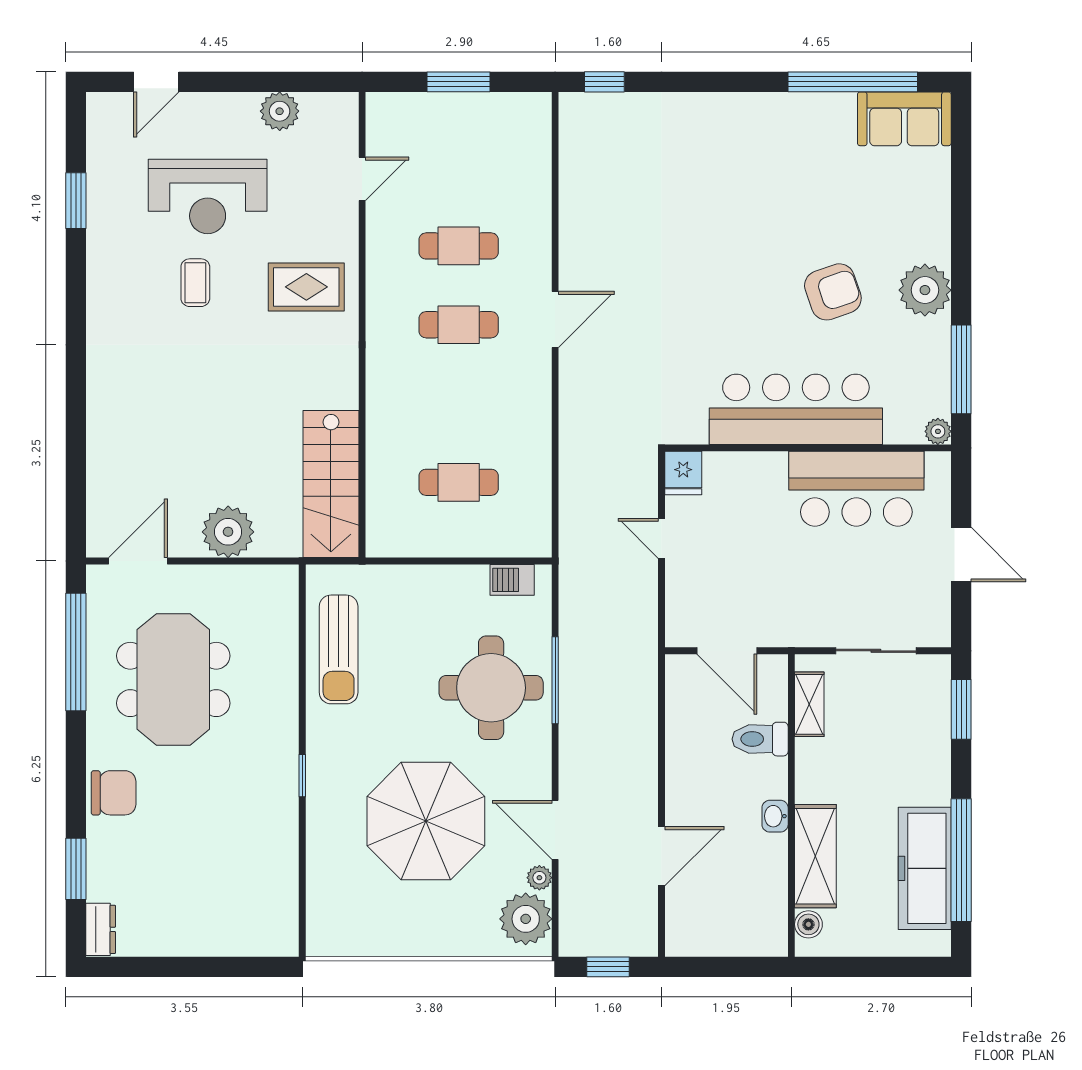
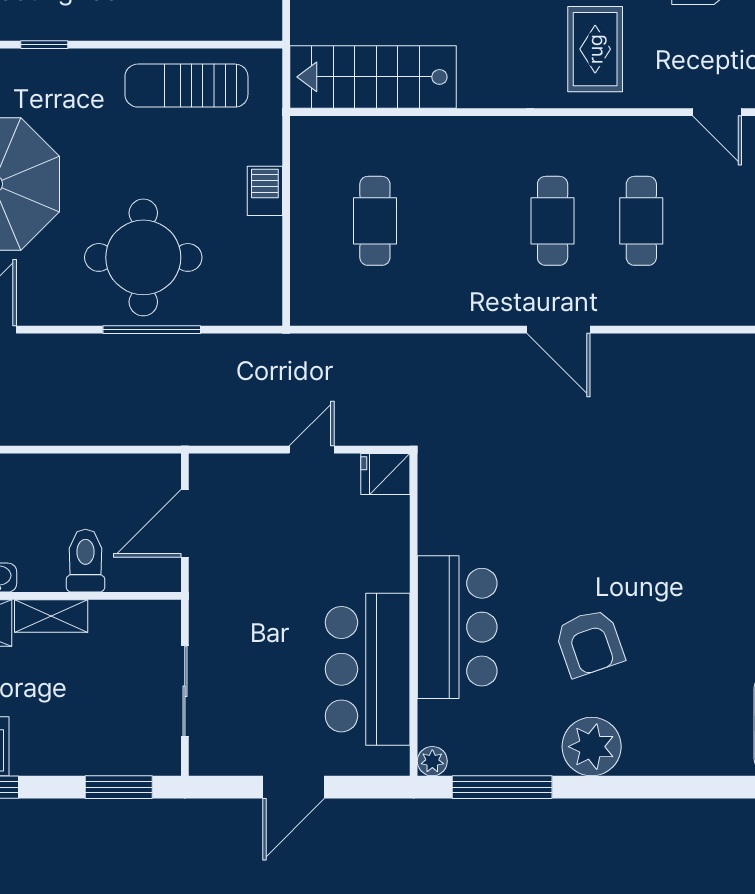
bar counter: (796, 409) -> (457, 627), width x0.73
barbecue: (512, 580) -> (265, 191), moved
shelving: (809, 704) -> (51, 616), moved

